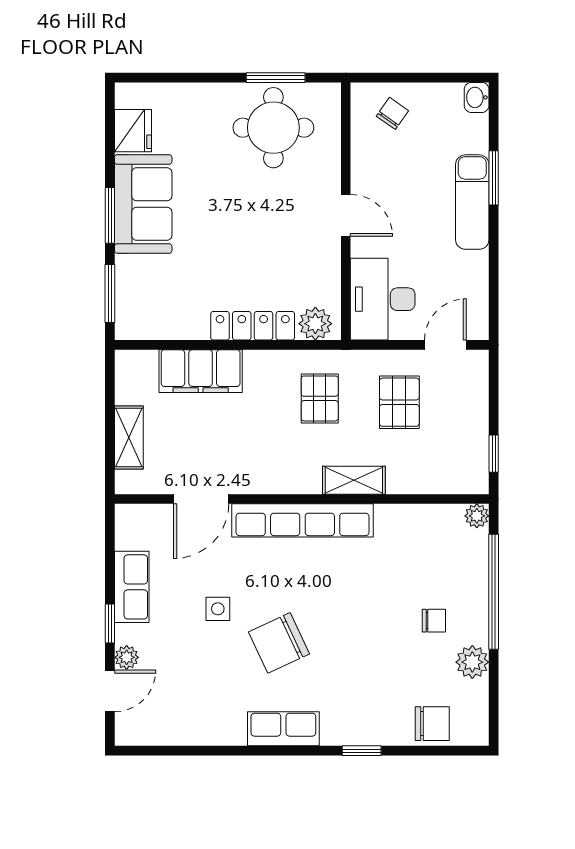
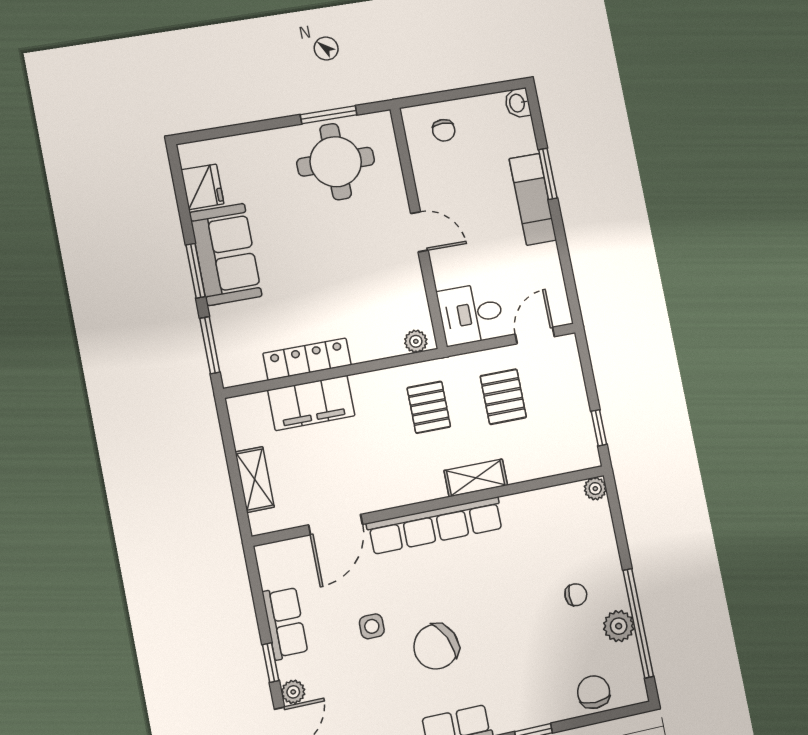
chair: (392, 113) -> (444, 130), turned 145
desk: (383, 299) -> (471, 314), width x0.73
plant: (315, 324) -> (416, 341), width x0.73, depth x0.73
locker: (253, 326) -> (307, 359), moved
window: (494, 592) -> (638, 623), moved
chair: (432, 724) -> (594, 692), turned -90

